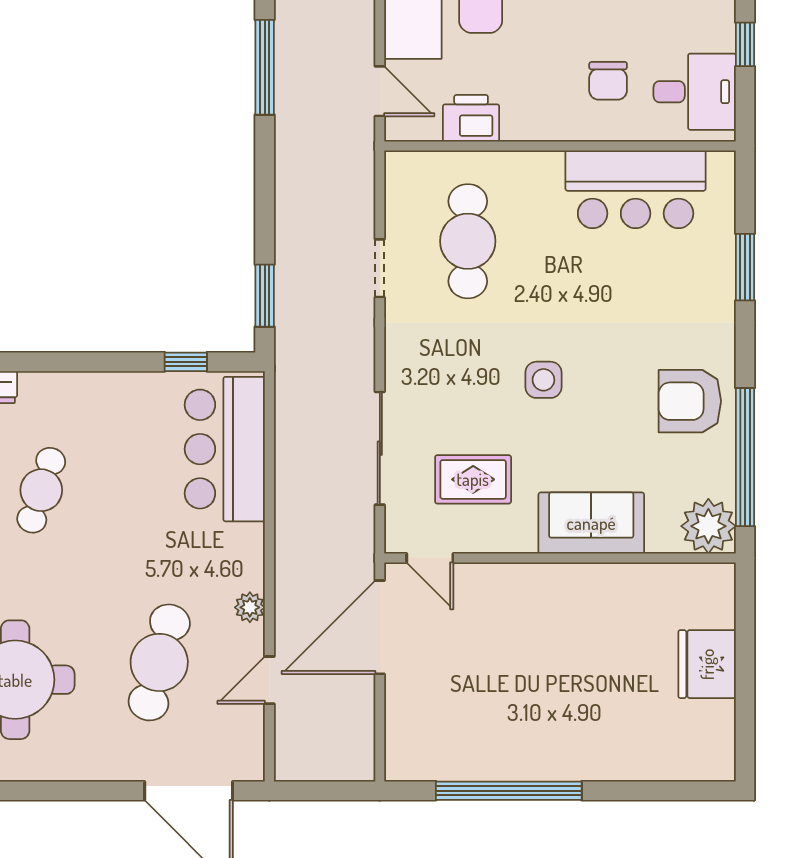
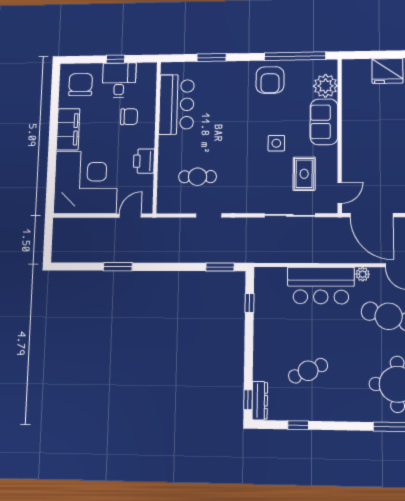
window: (265, 67) -> (118, 267), width x0.69
desk: (695, 92) -> (119, 80), moved
printer: (471, 118) -> (144, 161), moved
cafe table: (468, 241) -> (198, 177), width x0.73, depth x0.74
side table: (543, 380) -> (276, 143), moved
bar counter: (225, 449) -> (321, 285), moved
cafe table: (41, 490) -> (308, 371), turned -42
plant: (708, 526) -> (325, 86), moved

